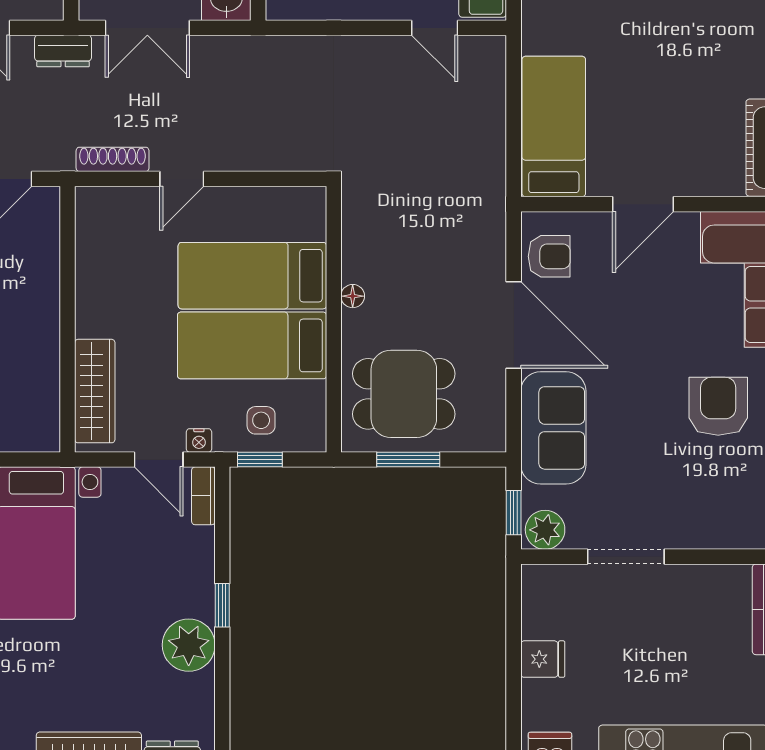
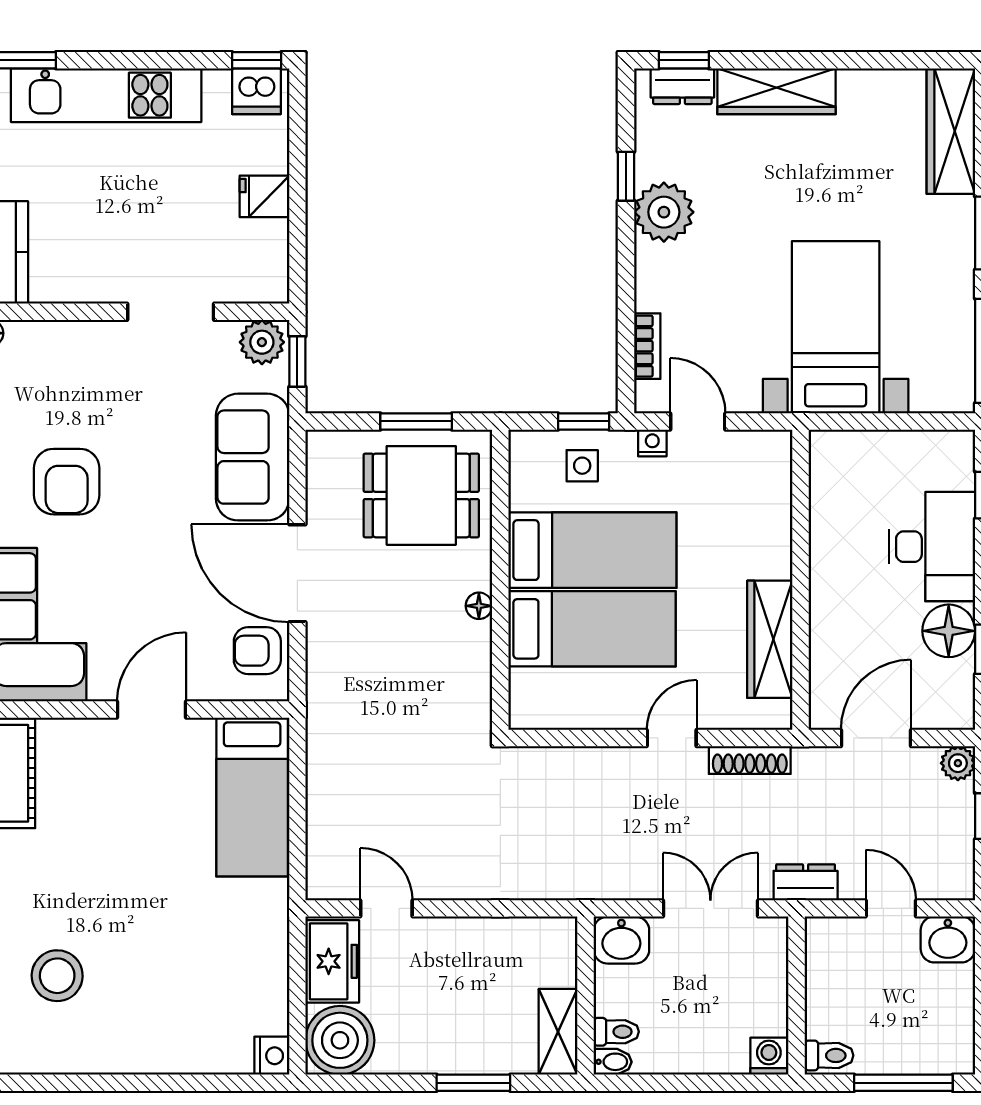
wardrobe: (95, 391) -> (770, 639), moved
bookcase: (203, 496) -> (647, 346), moved
window: (222, 605) -> (626, 176), moved

